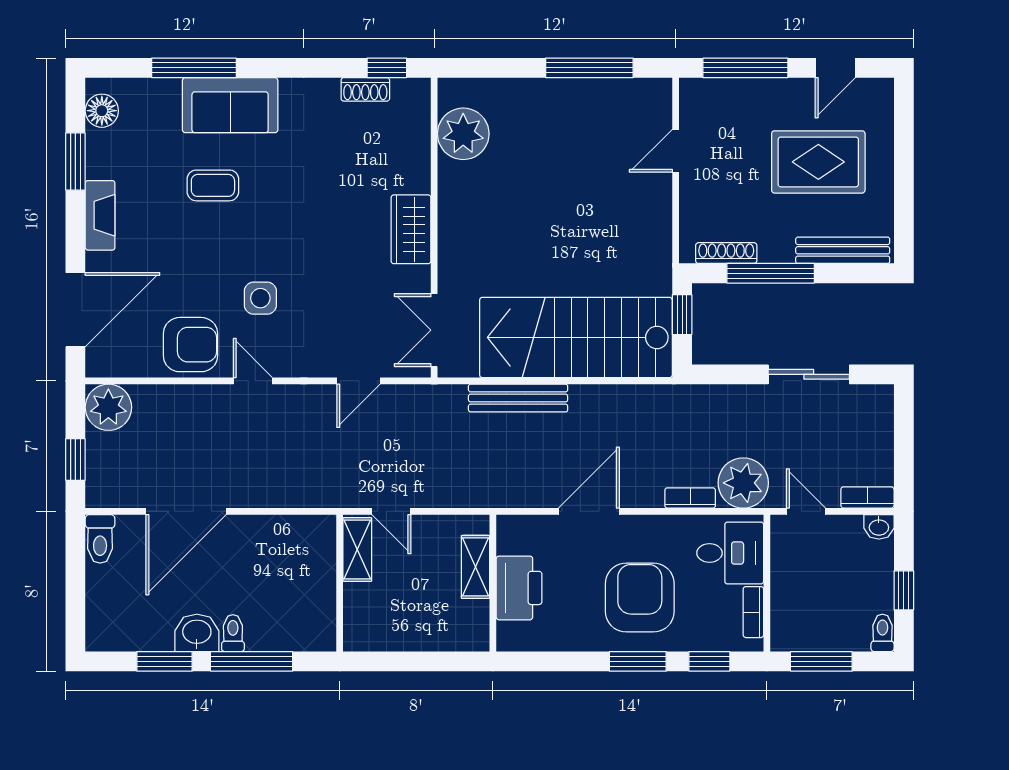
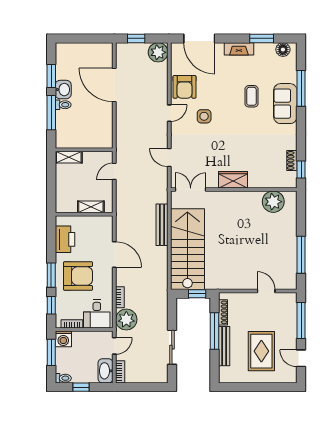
bench: (843, 250) -> (224, 346), moved
washbasin: (879, 527) -> (105, 371), width x1.91, depth x1.45
toilet: (100, 539) -> (103, 49), removed
shelving: (357, 549) -> (69, 157), moved
printer: (519, 588) -> (65, 239), moved, turned -90
washing machine: (789, 632) -> (63, 339), added

